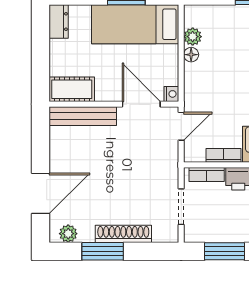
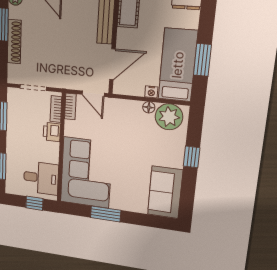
plant: (193, 37) -> (169, 117), width x1.87, depth x1.87
nightstand: (171, 94) -> (151, 92), moved
bookcase: (223, 155) -> (70, 106), moved

